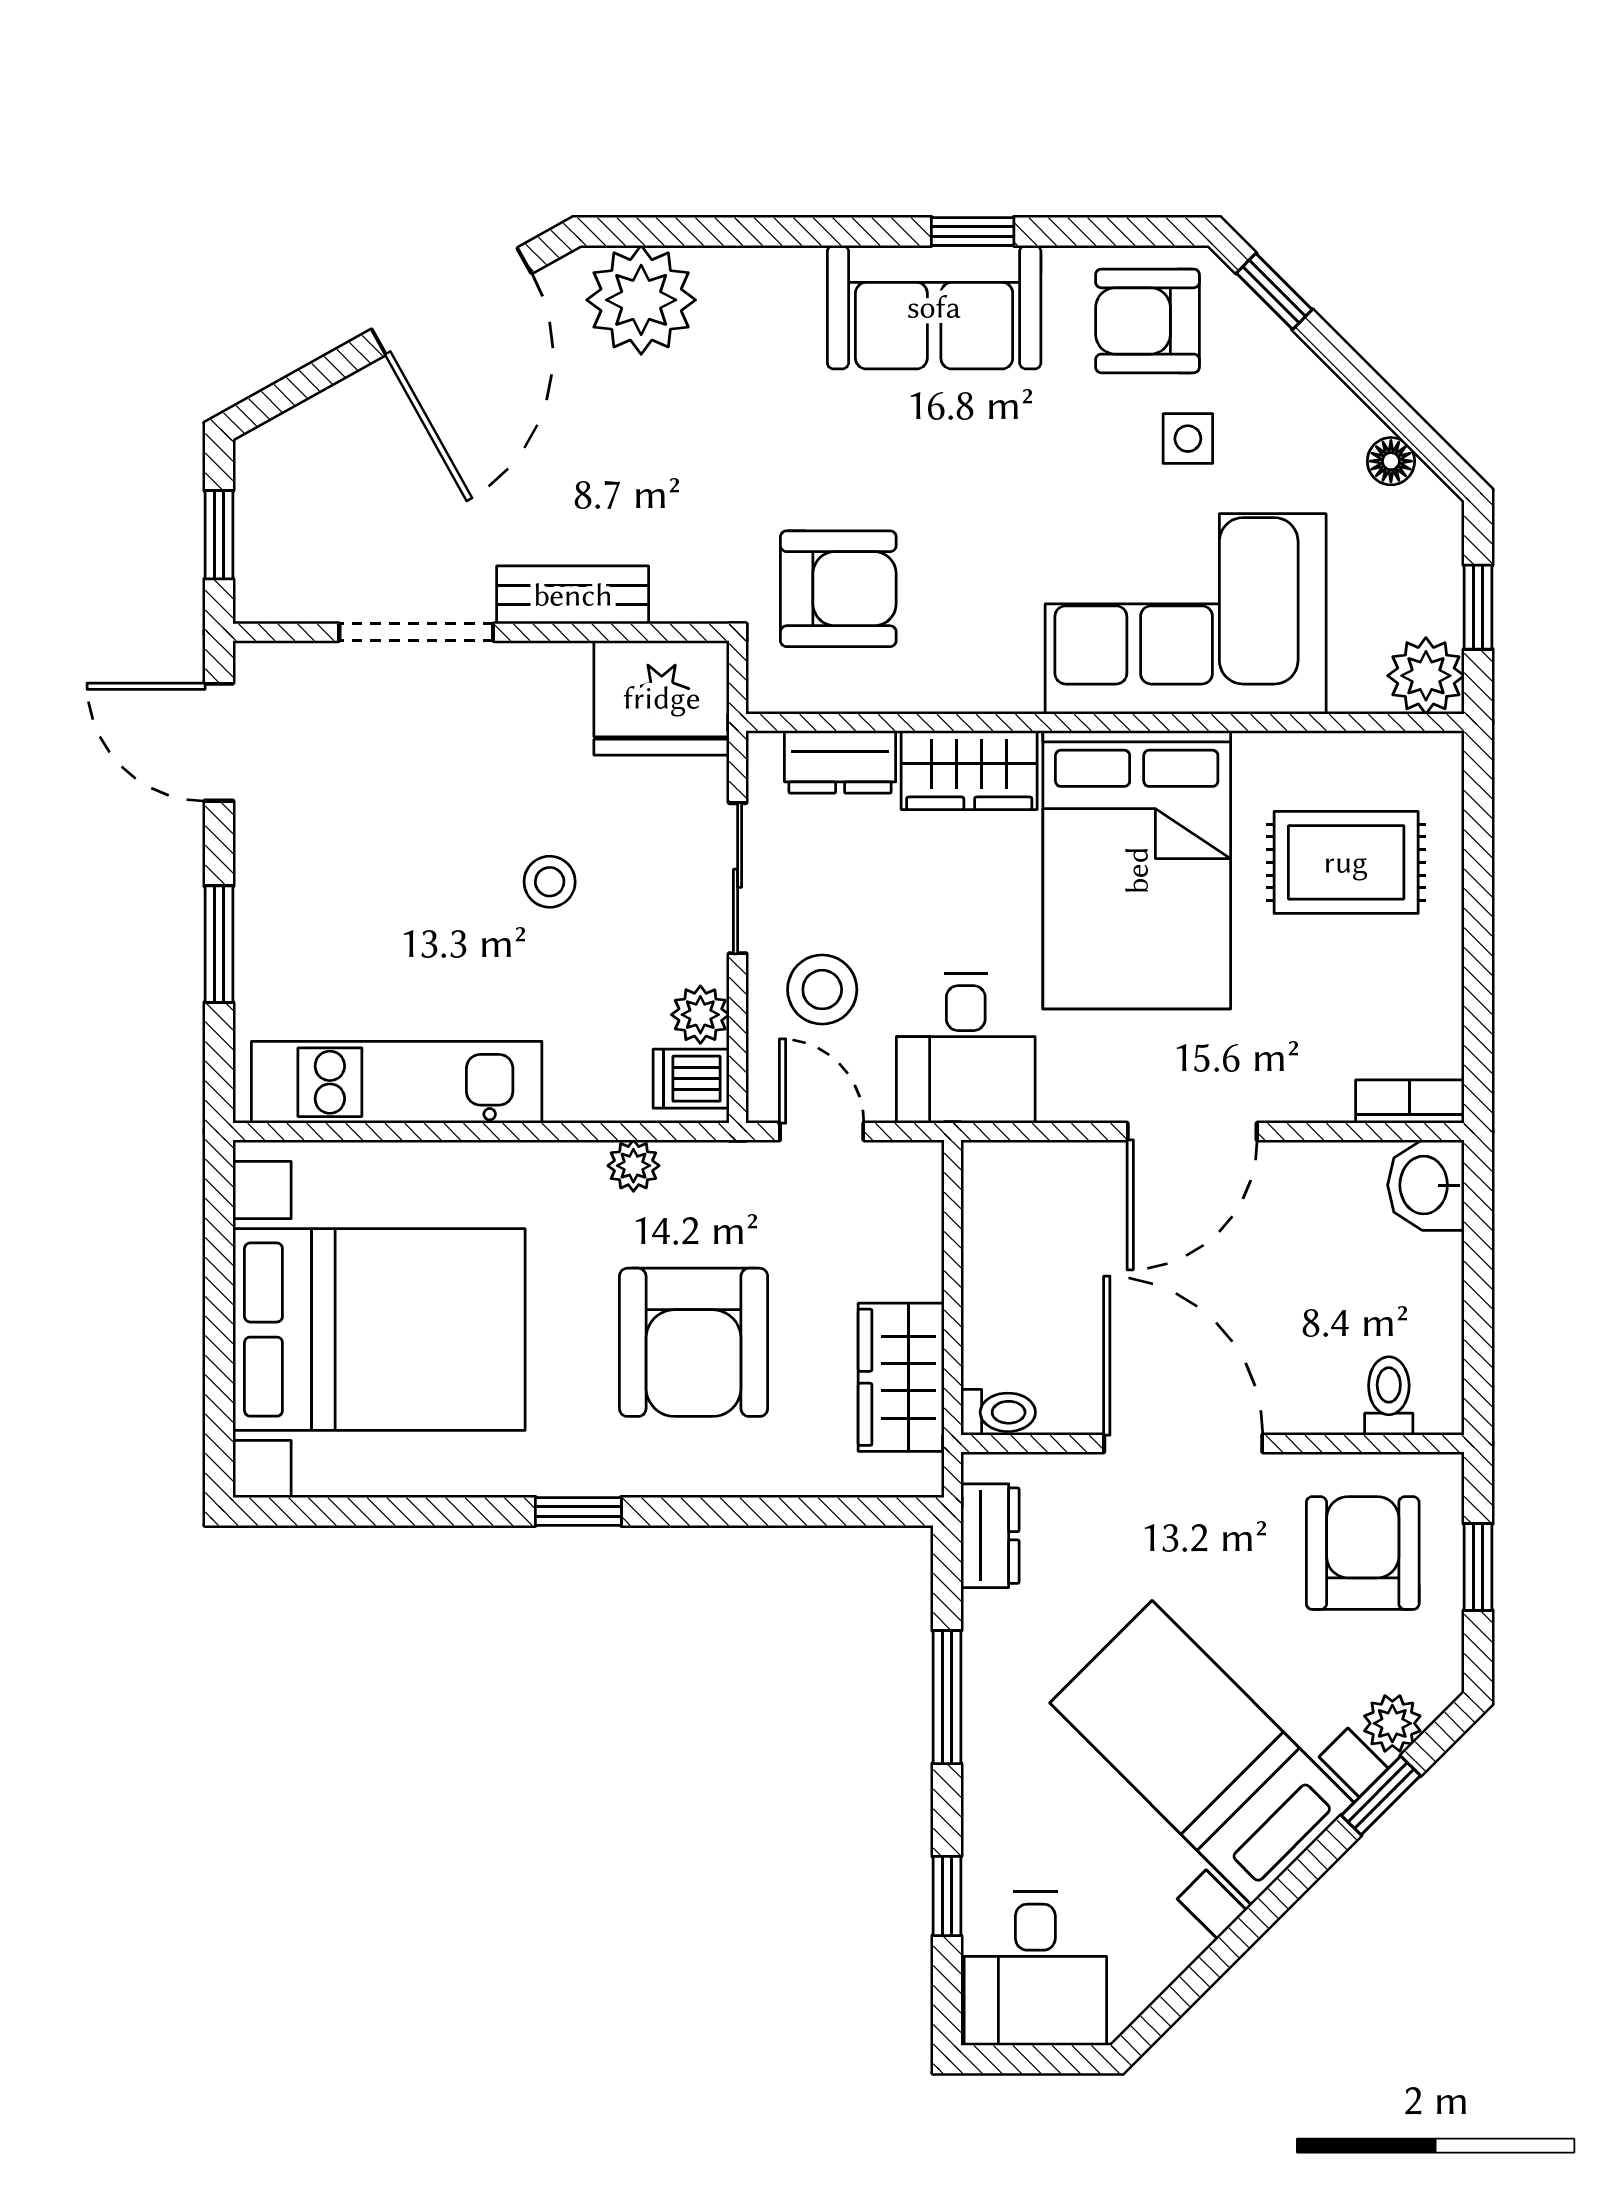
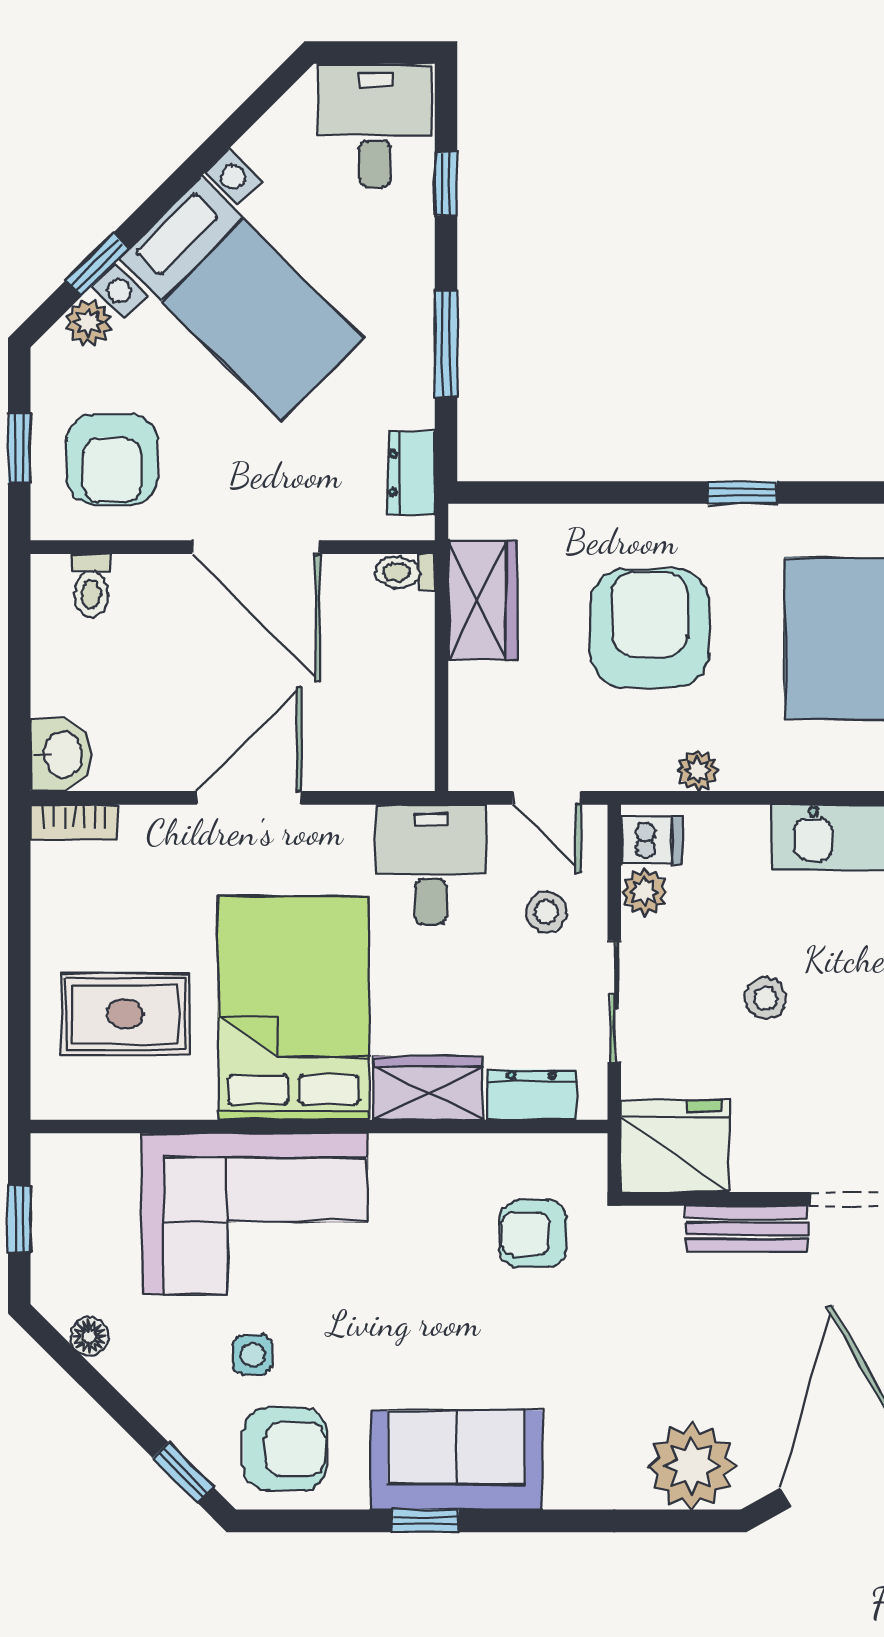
armchair: (838, 589) -> (533, 1234), width x0.72, depth x0.72
plant: (1426, 676) -> (61, 1164), removed
stool: (822, 990) -> (546, 912), width x0.73, depth x0.73

